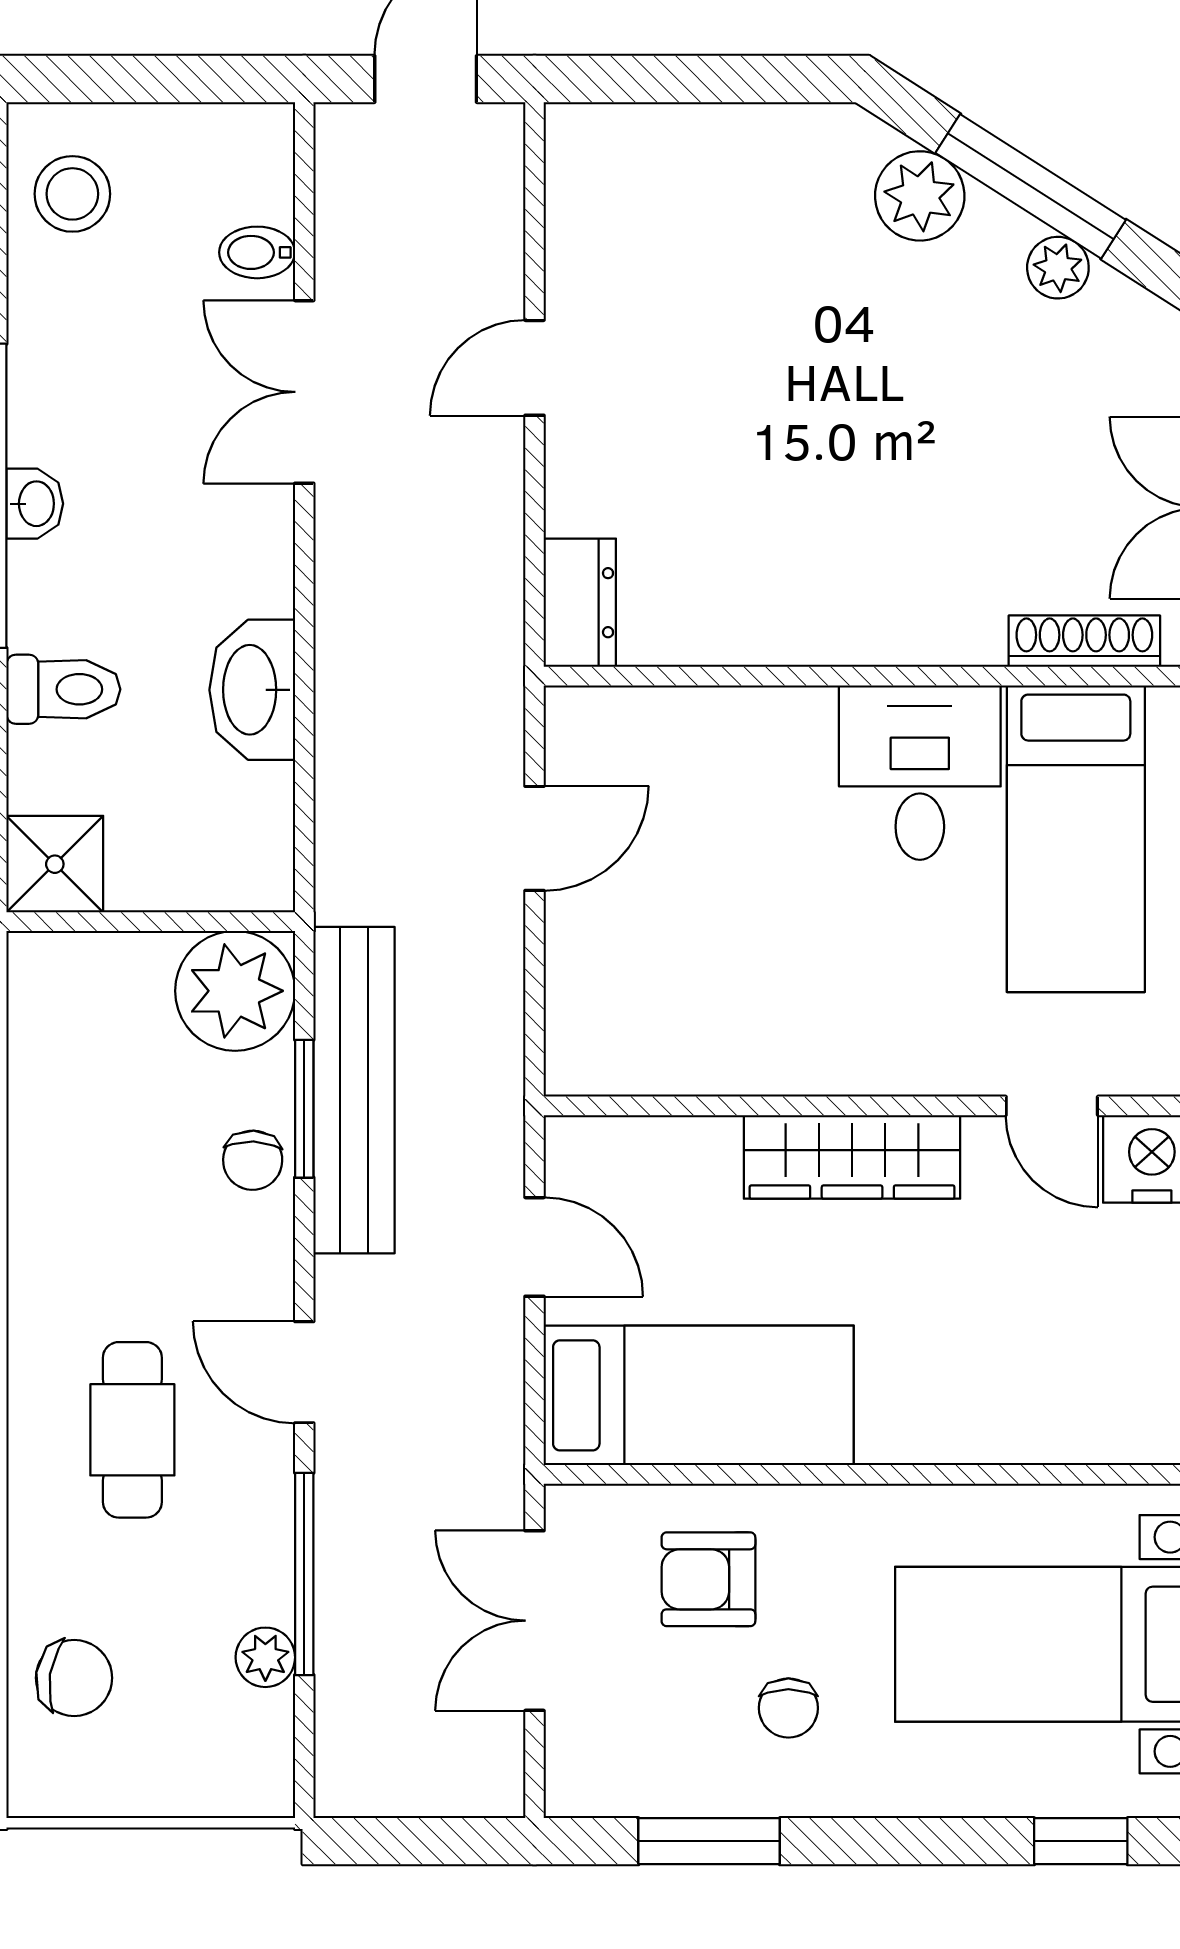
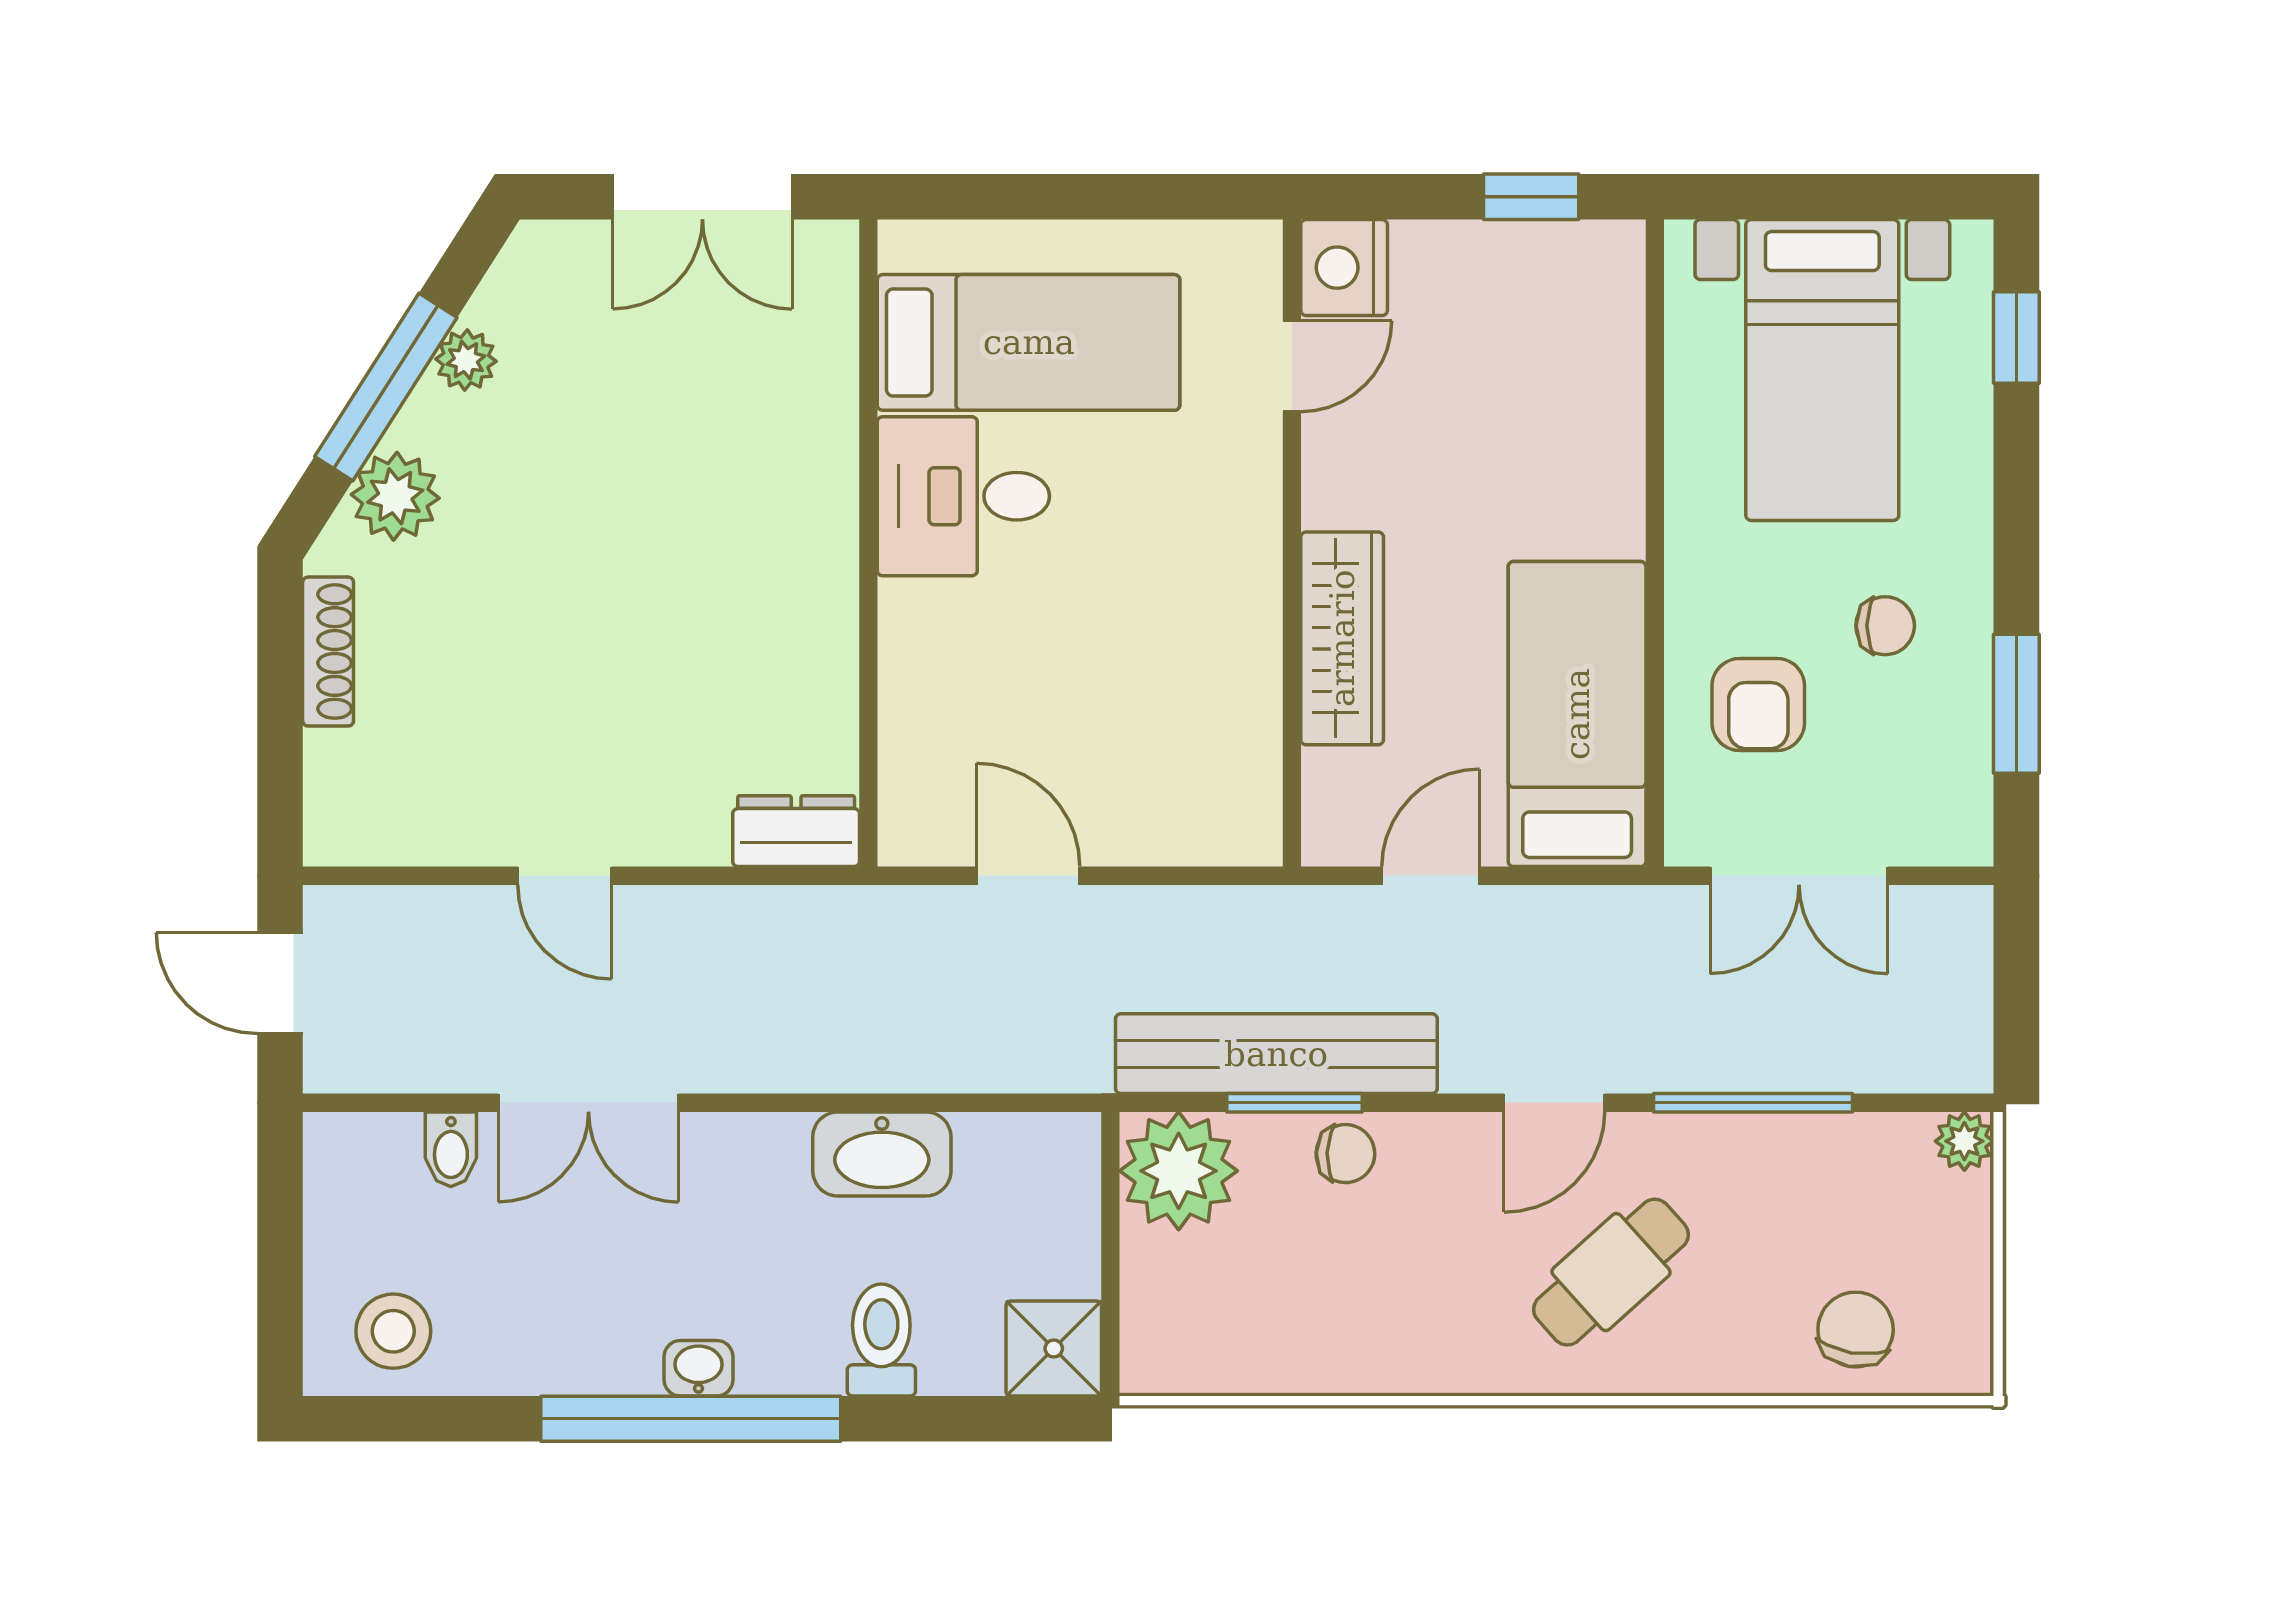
shoe rack: (1084, 641) -> (328, 652), moved, turned 180
wardrobe: (852, 1157) -> (1342, 638), moved
cafe table: (132, 1430) -> (1611, 1272), turned -42
plant: (265, 1657) -> (1964, 1141), moved

